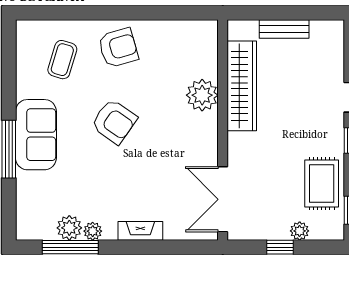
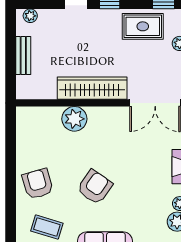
plant: (335, 38) -> (30, 16), added
wardrobe: (242, 86) -> (92, 88), moved

